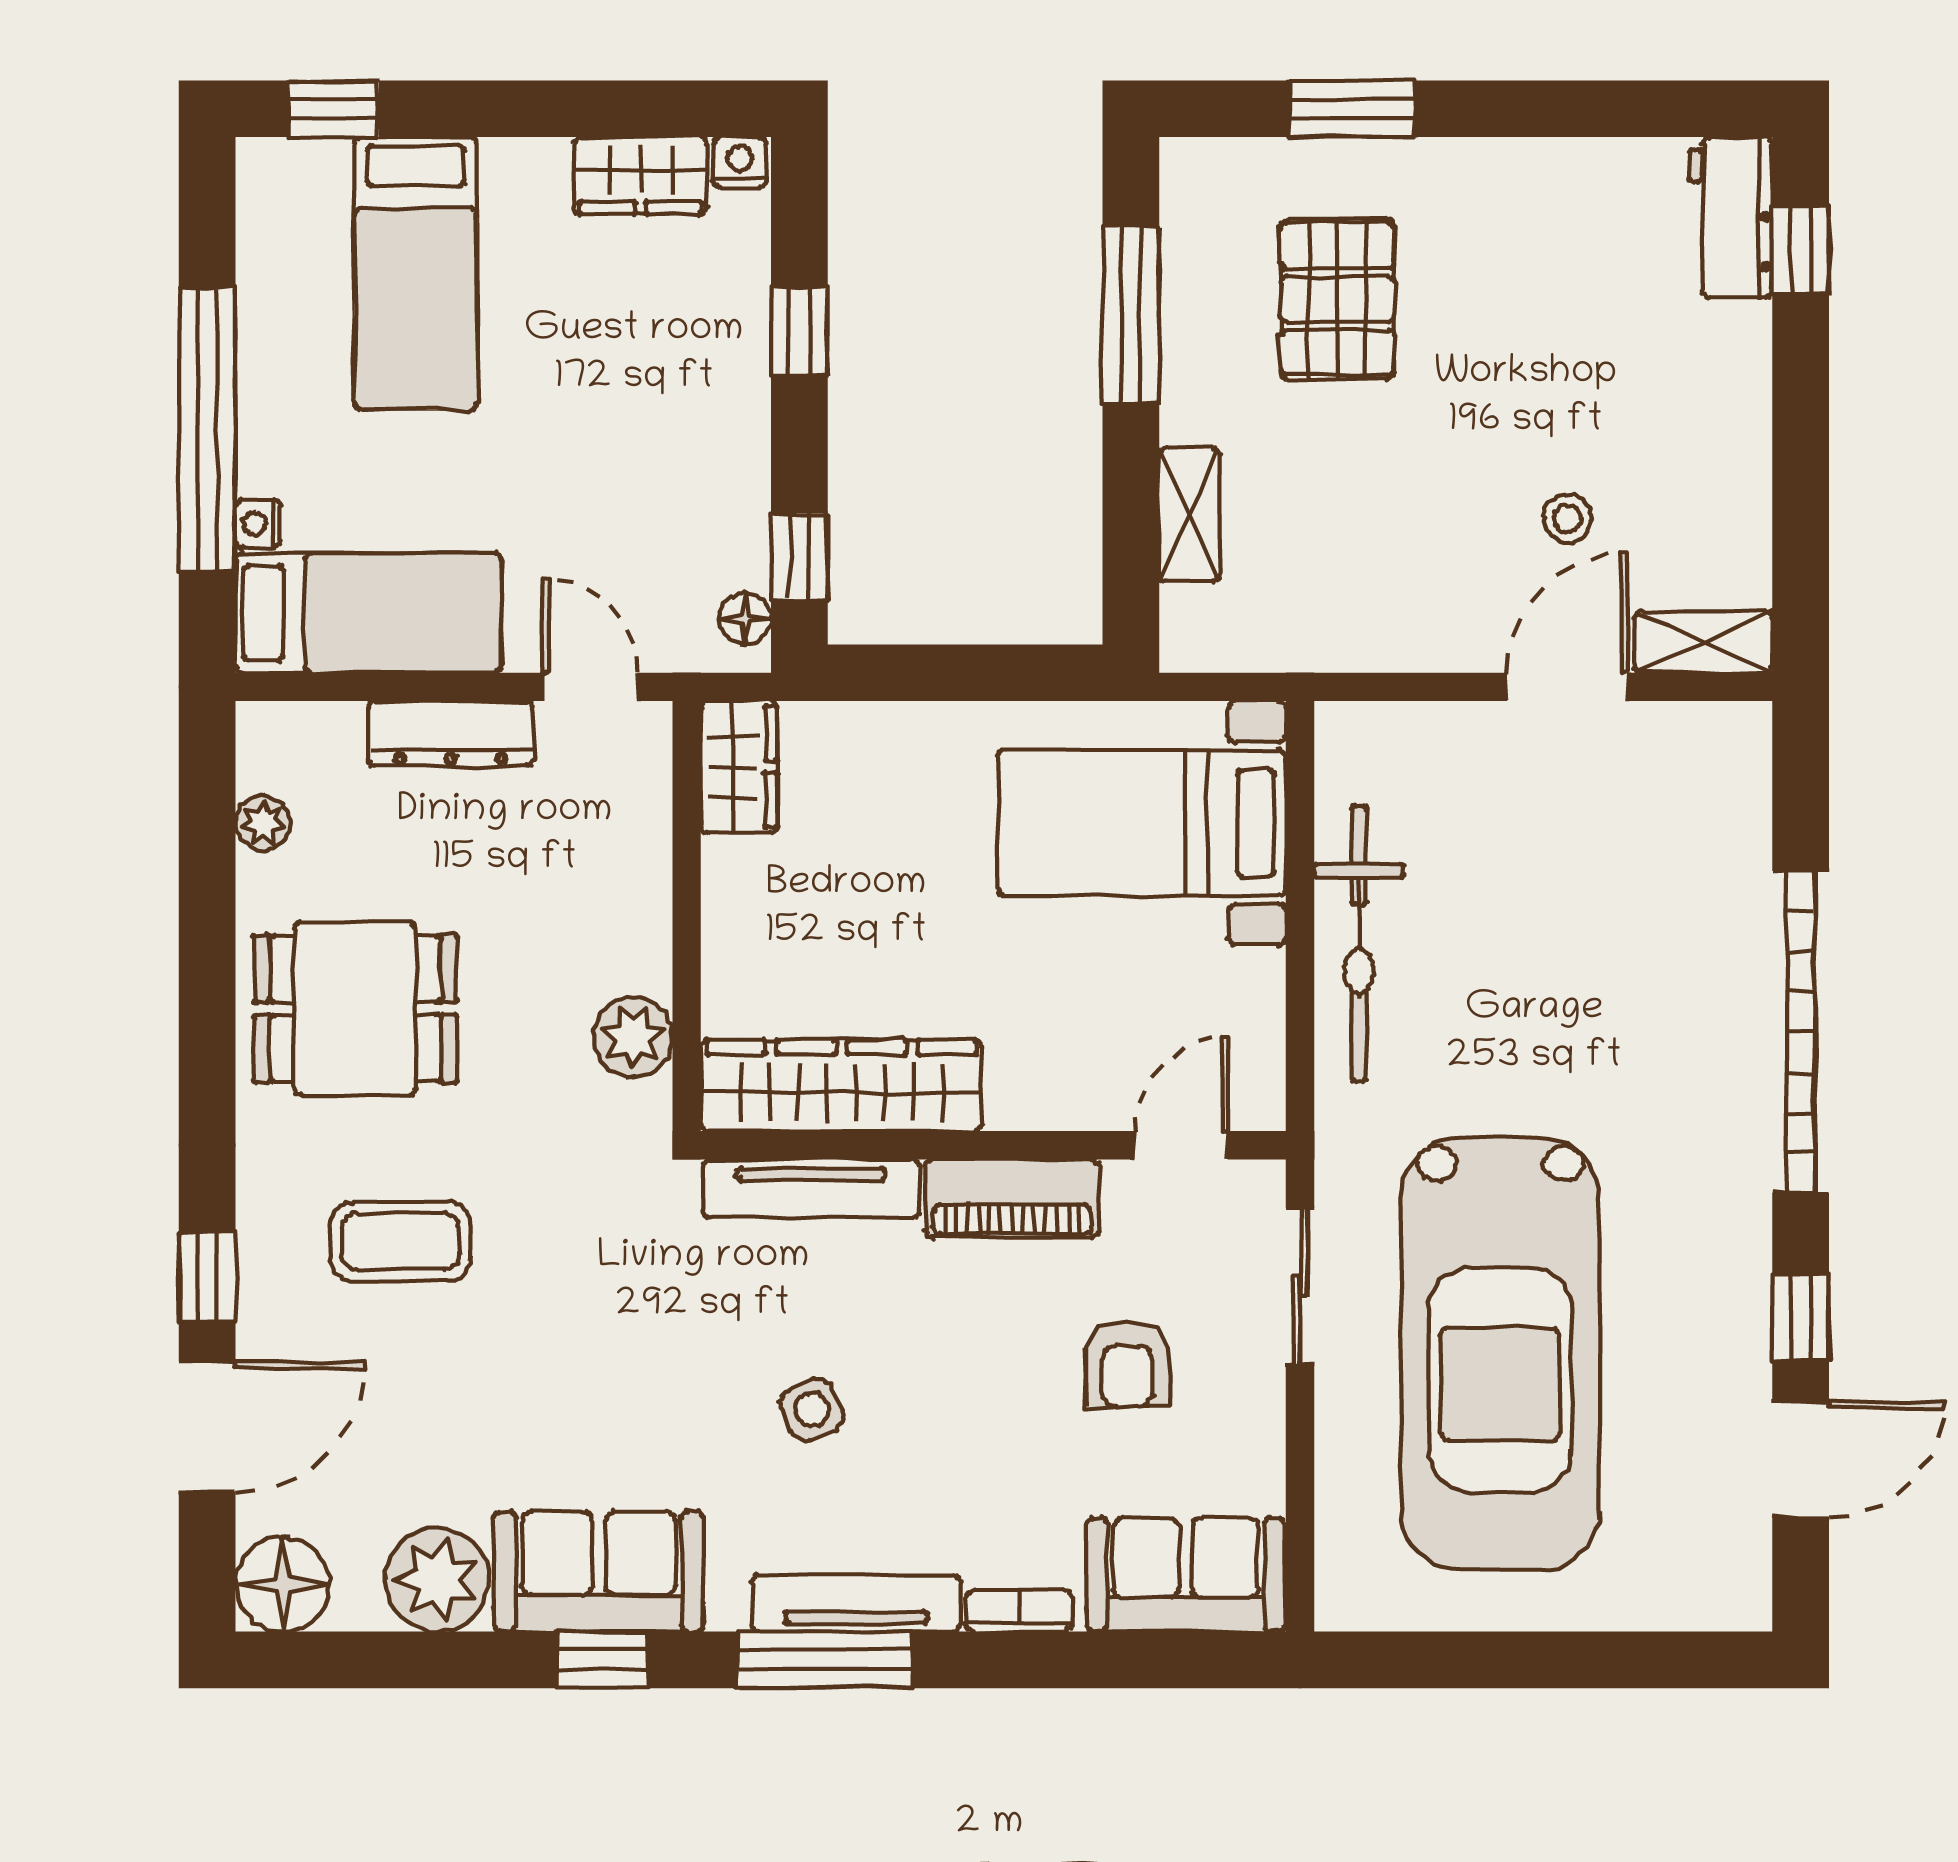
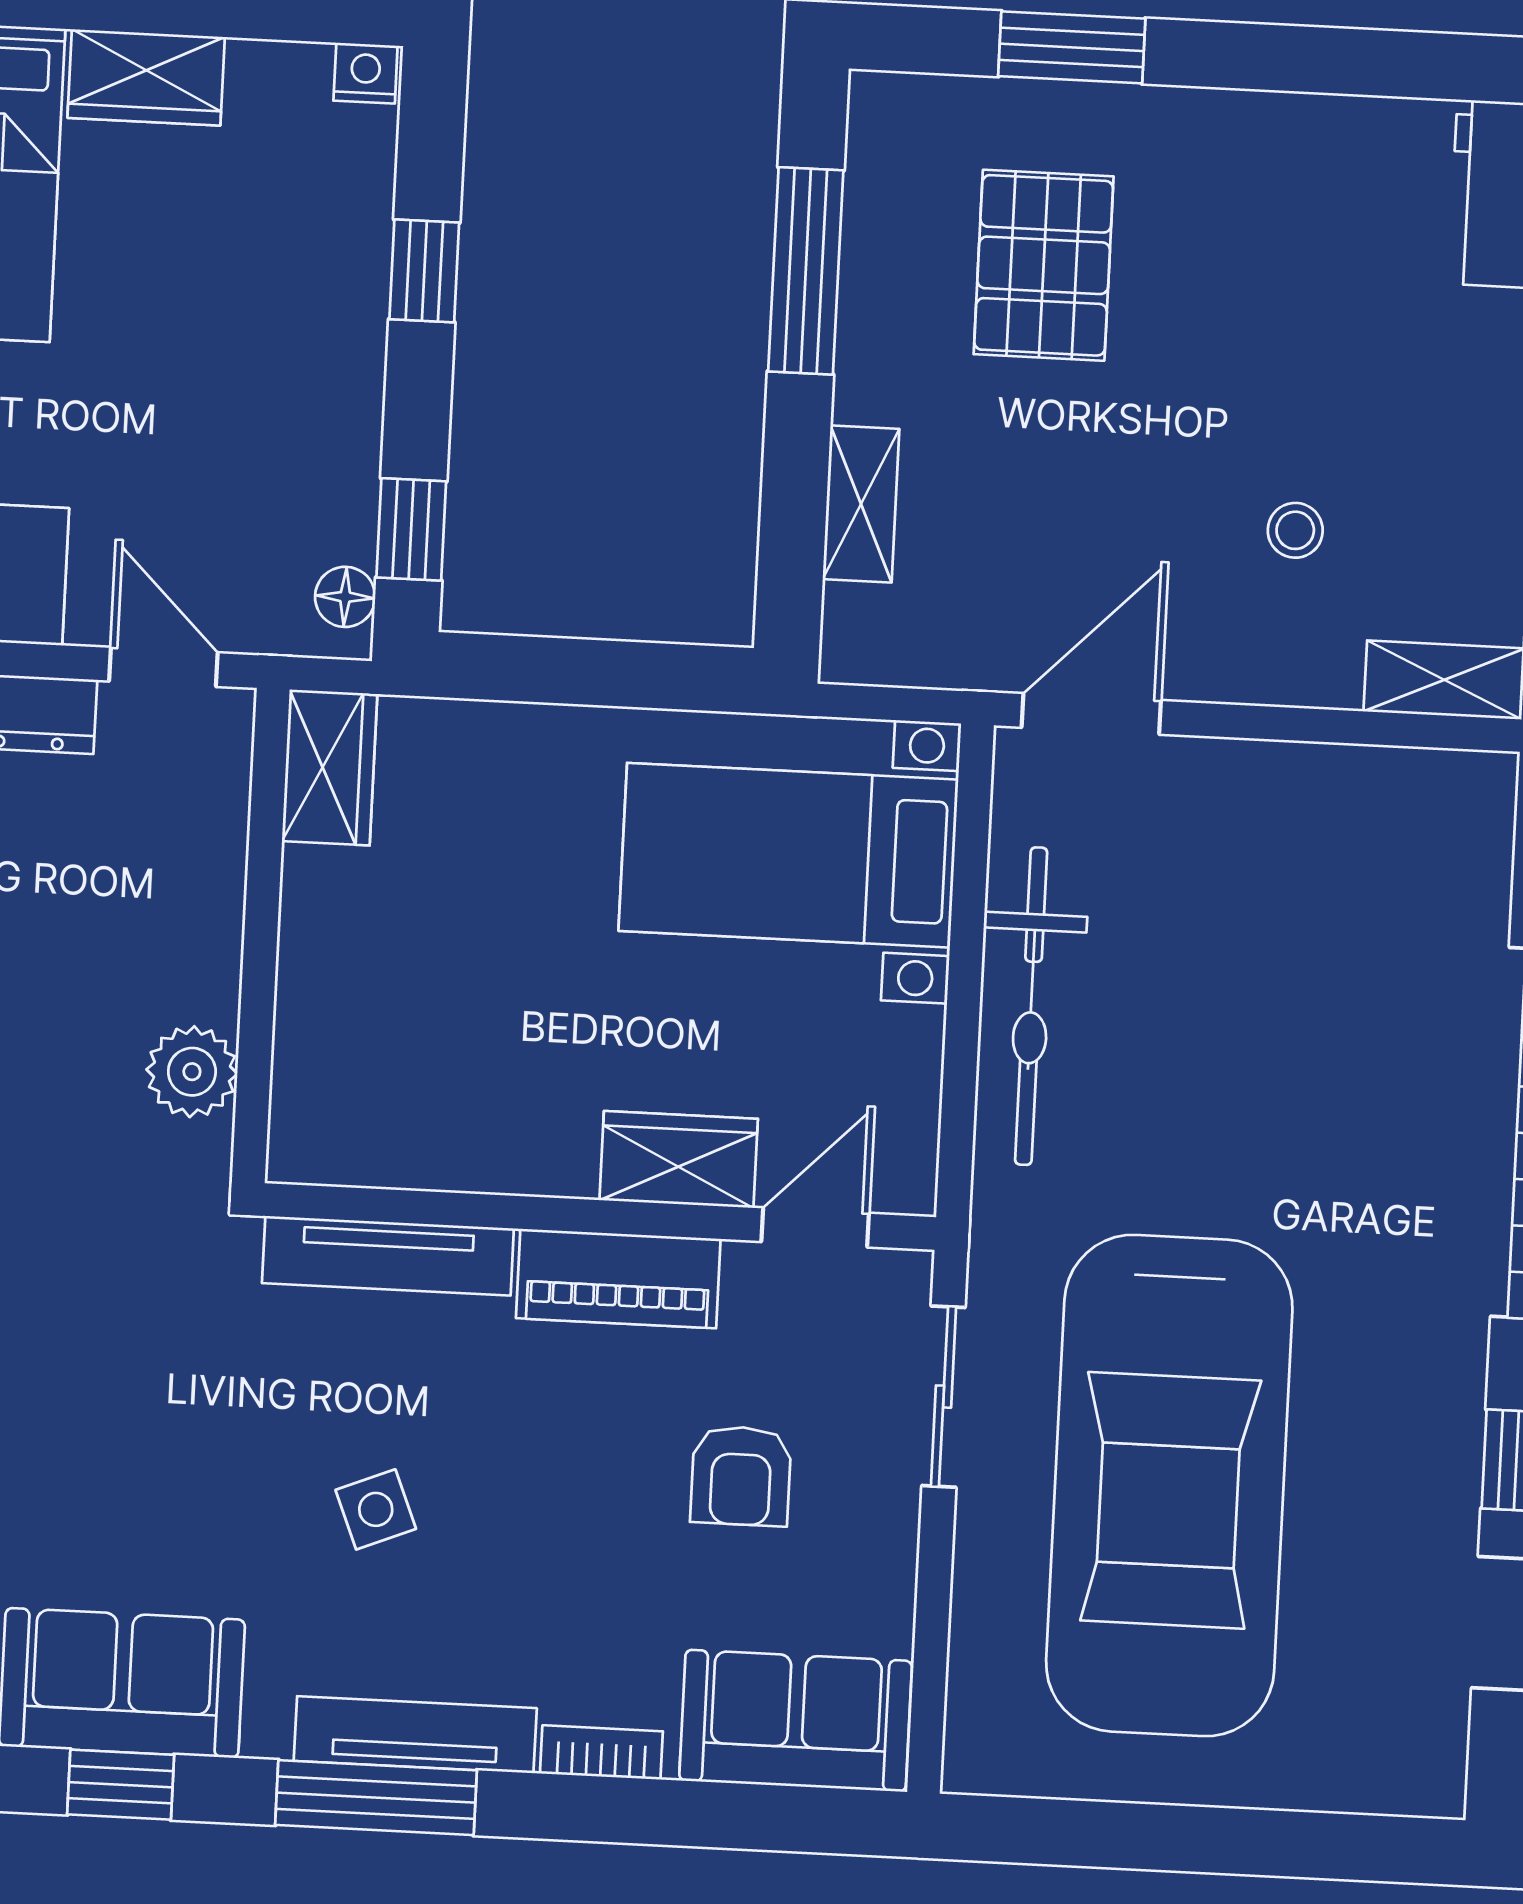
wardrobe: (641, 176) -> (146, 77), moved
door: (1567, 687) -> (1091, 714), moved
wardrobe: (842, 1085) -> (679, 1160), moved, width x0.48, depth x0.85

